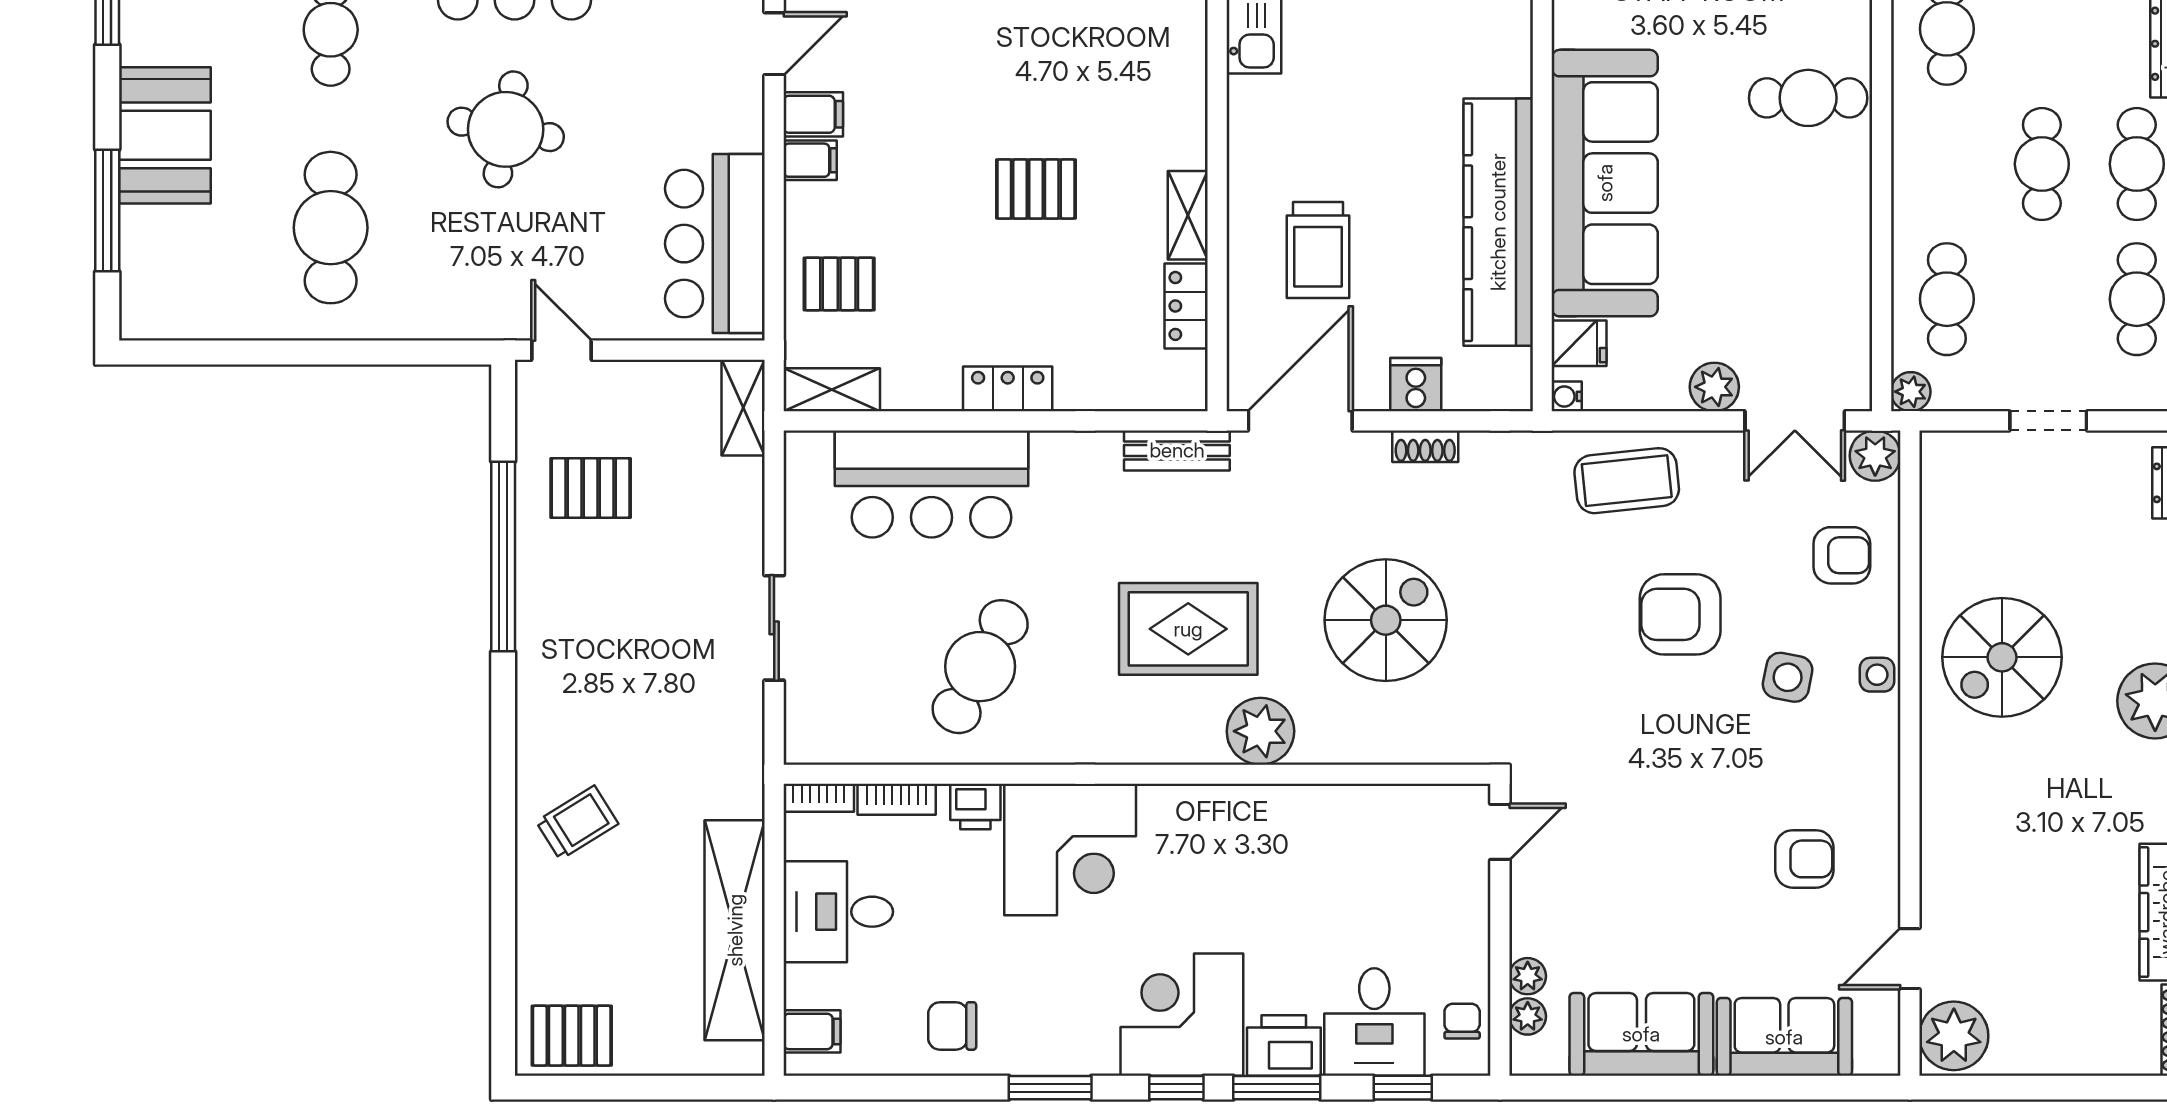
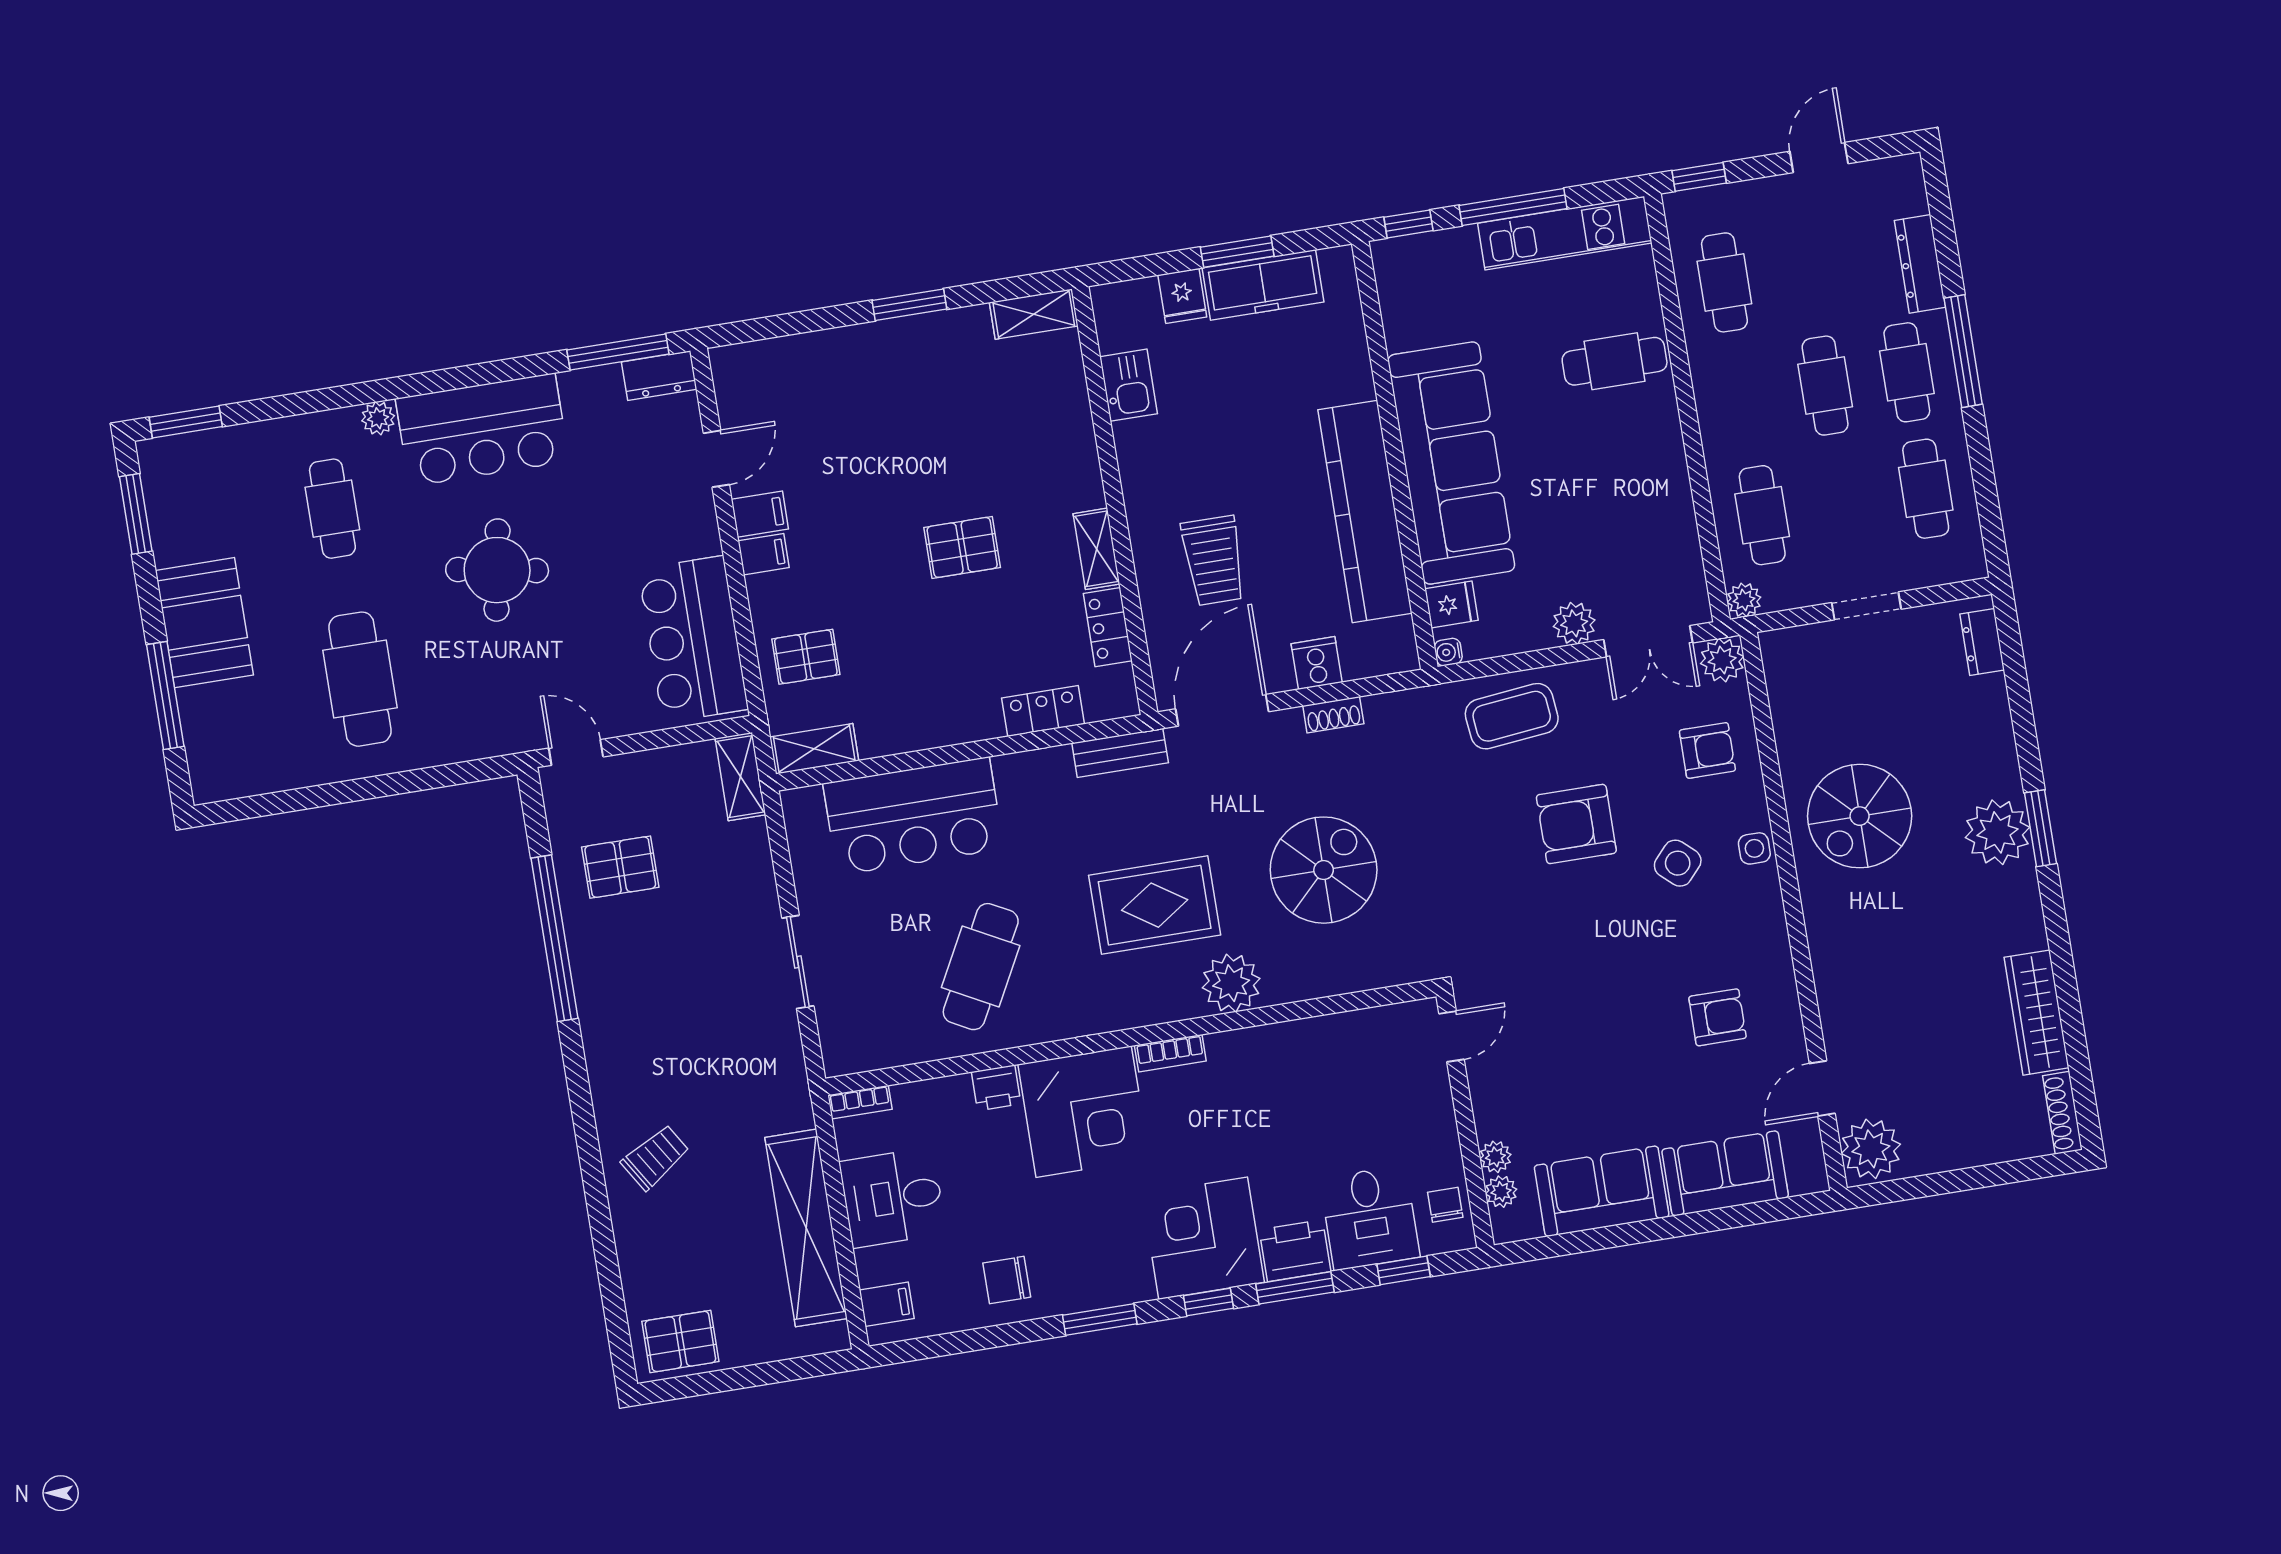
locker: (1008, 389) -> (1043, 711), moved
side table: (1788, 677) -> (1678, 863), turned 31
bookcase: (897, 799) -> (1170, 1053), moved

